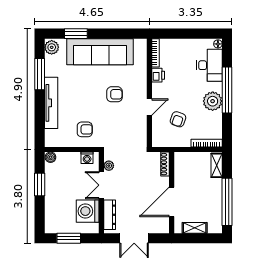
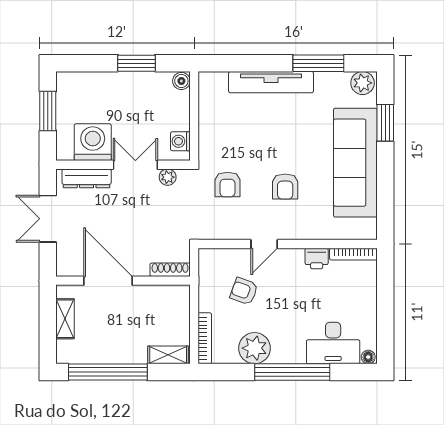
plant: (213, 101) -> (255, 348), moved
door: (149, 107) -> (264, 244), hinge flipped
armchair: (85, 129) -> (227, 185), moved

